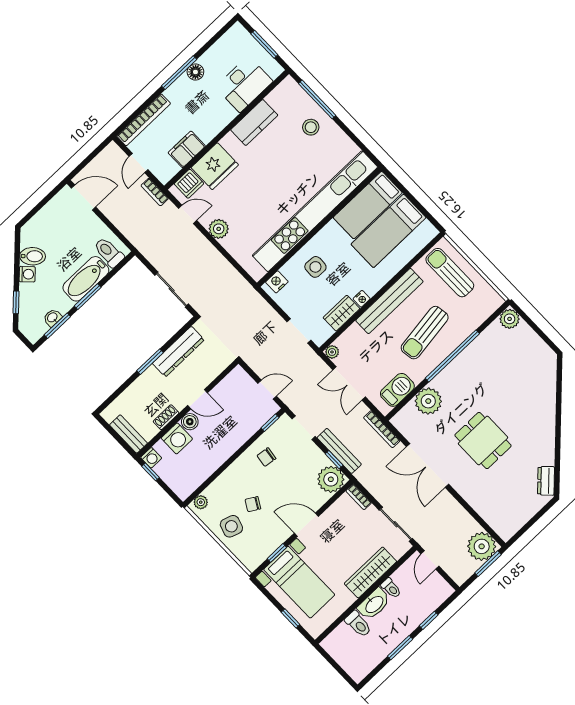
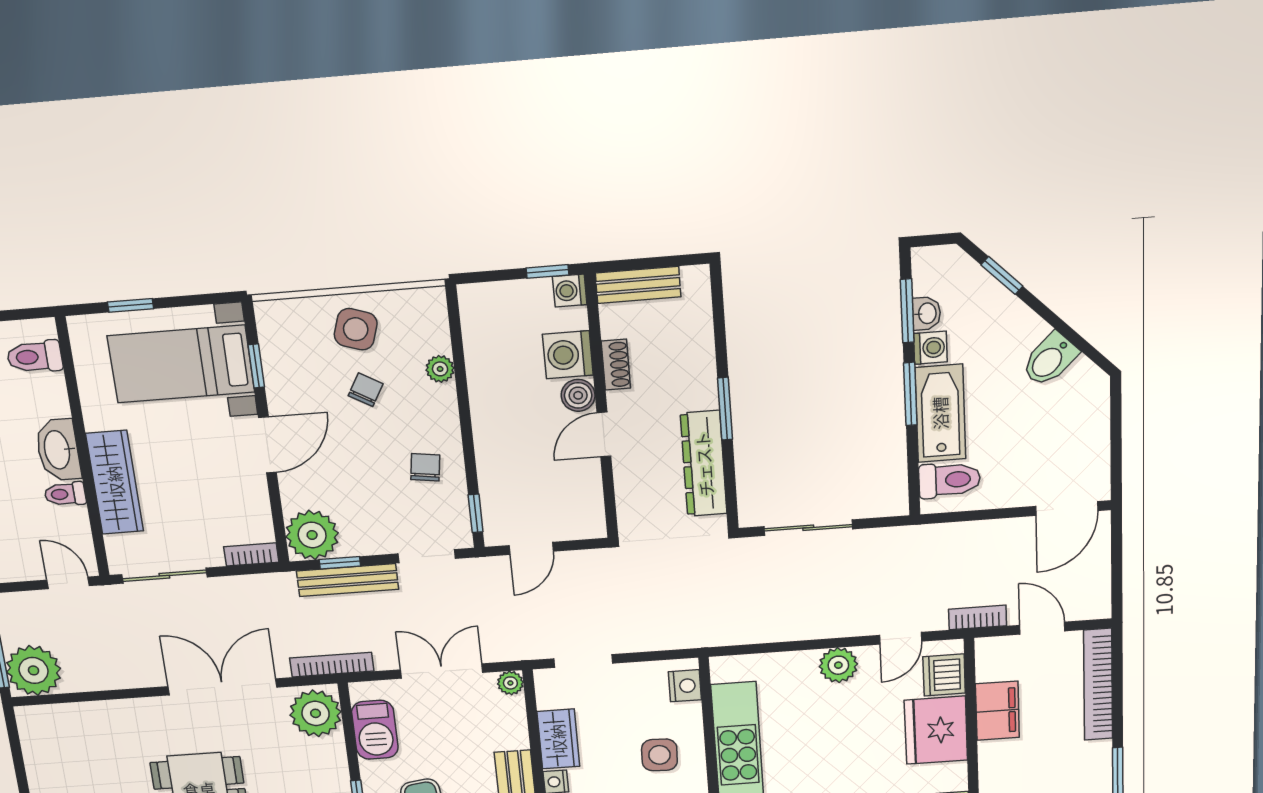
washing machine: (27, 274) -> (930, 348), moved, turned -135
plant: (428, 401) -> (316, 713), moved
plant: (201, 502) -> (440, 369), moved
toilet: (358, 624) -> (35, 357), moved

